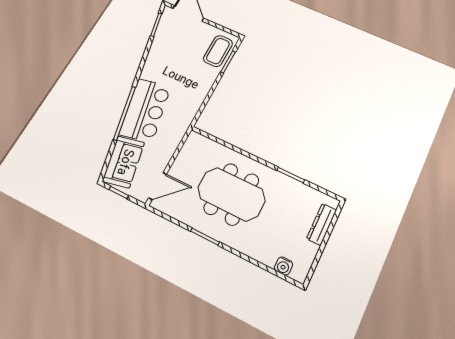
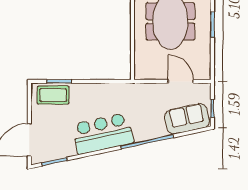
bar counter: (145, 110) -> (103, 134), moved
door: (158, 186) -> (181, 81), moved

